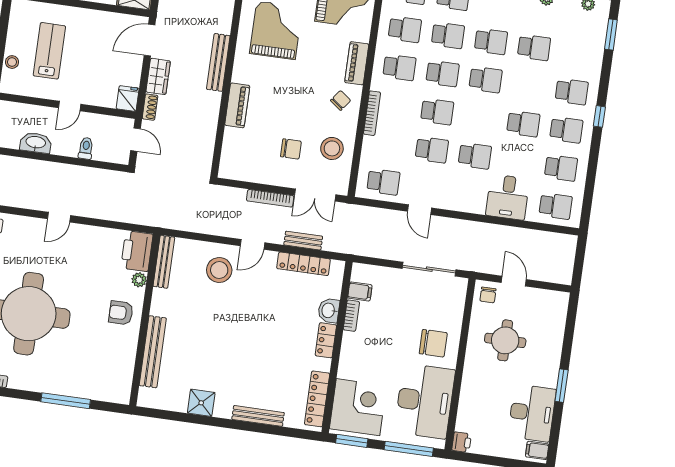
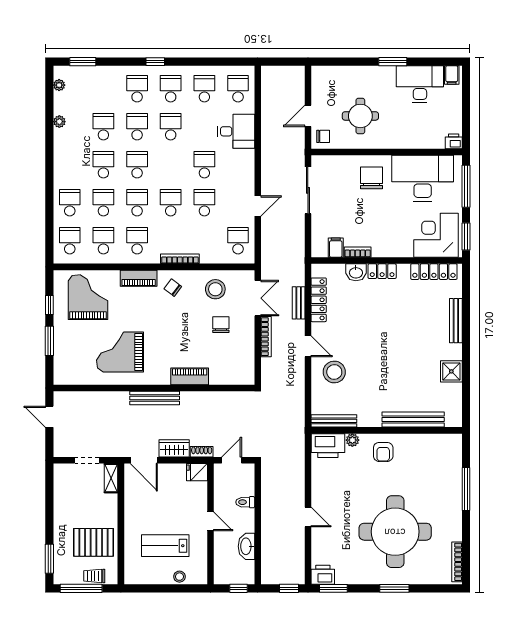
school desk: (529, 86) -> (137, 127), added

